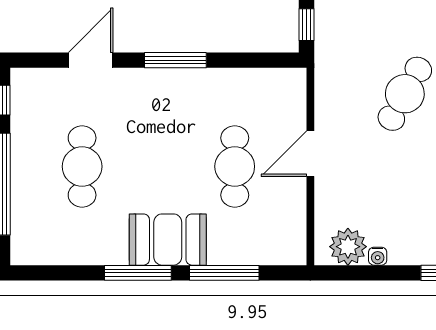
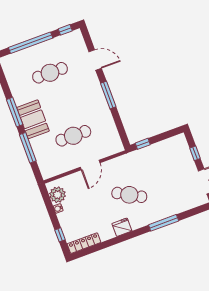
door: (310, 154) -> (90, 165), swing flipped

